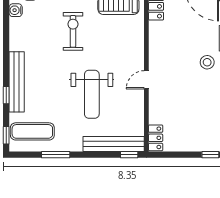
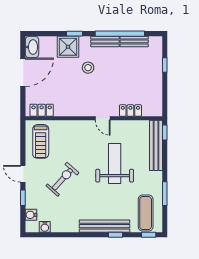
exercise bike: (73, 31) -> (62, 179), turned 132
weight bench: (92, 94) -> (115, 164), turned -90
locker: (156, 138) -> (130, 111), moved

